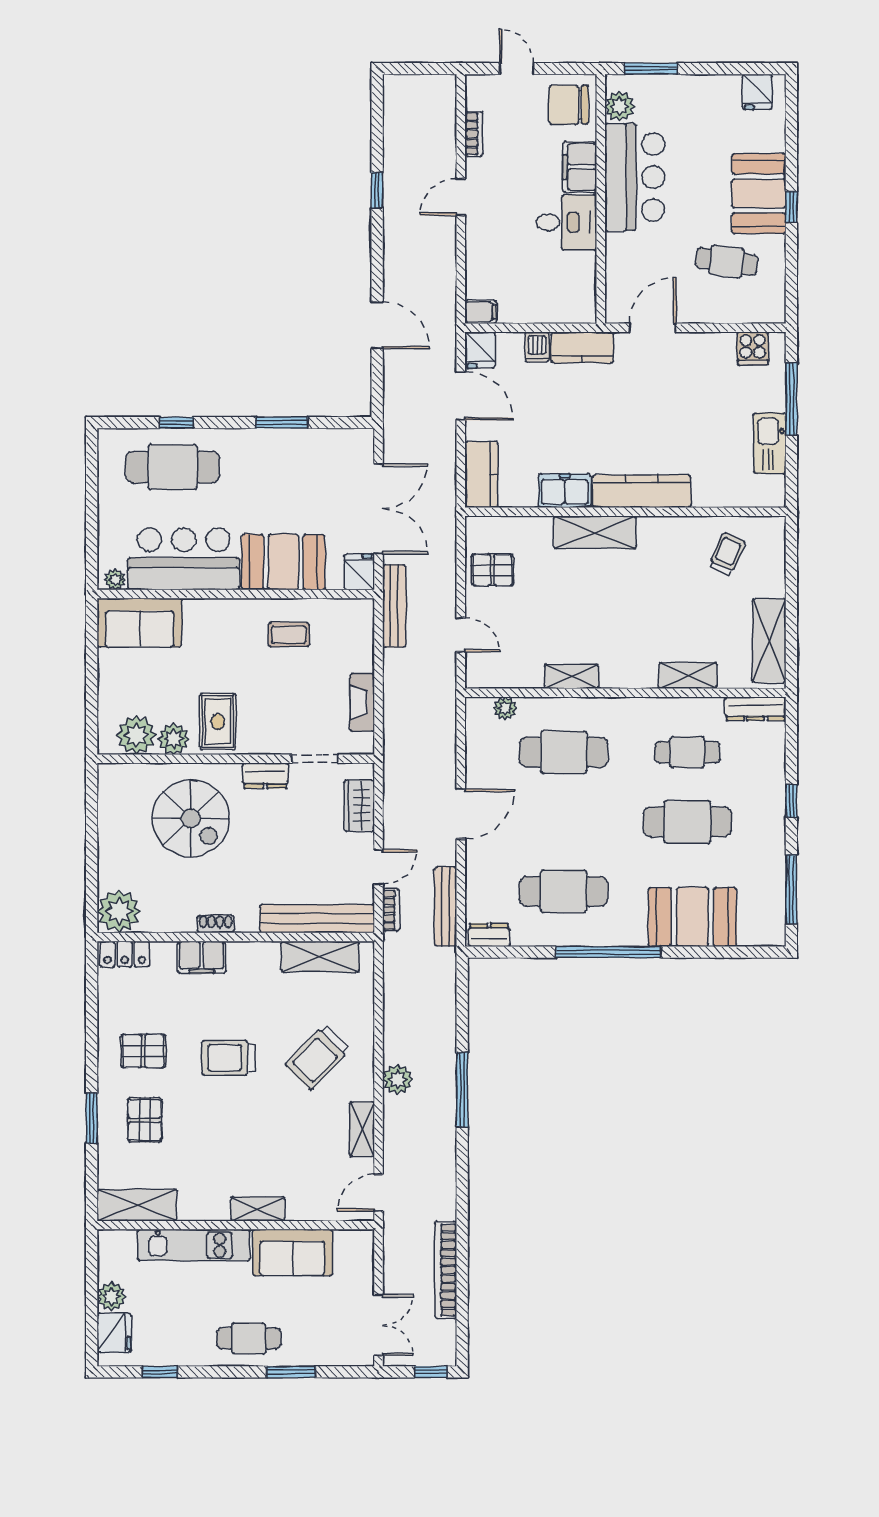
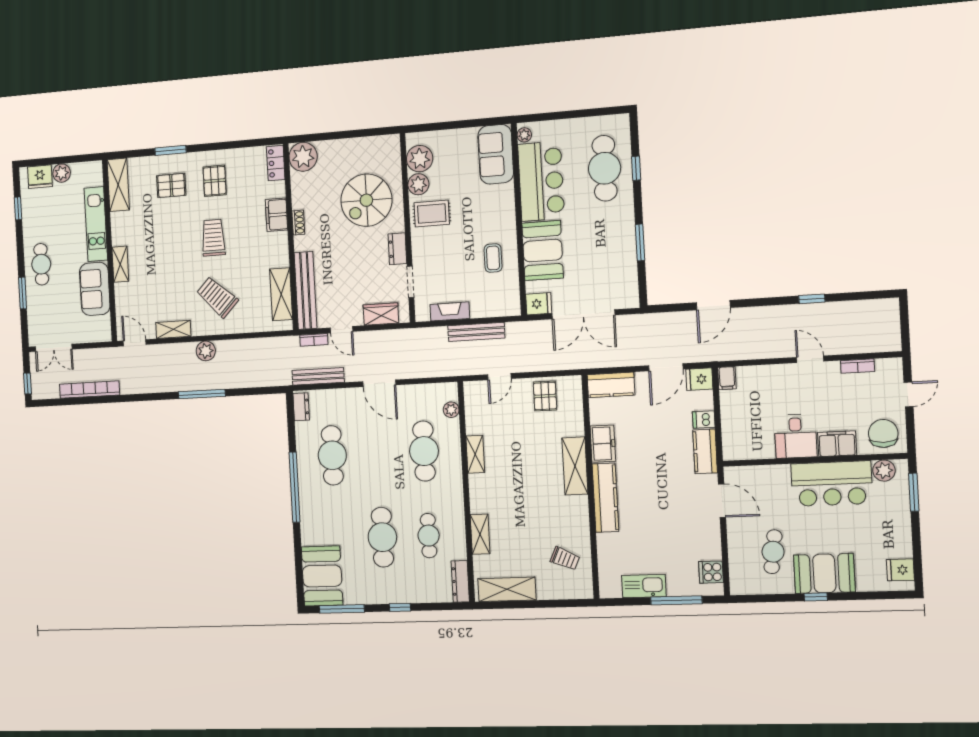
bench: (394, 606) -> (476, 332), moved
booth: (692, 917) -> (322, 576), moved

